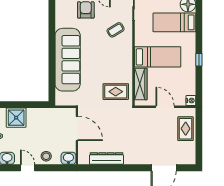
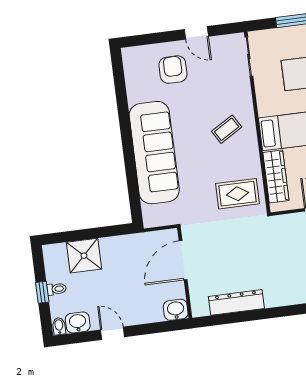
coffee table: (116, 30) -> (227, 129), moved
door: (77, 128) -> (183, 260), swing flipped
stool: (46, 156) -> (140, 311), removed

